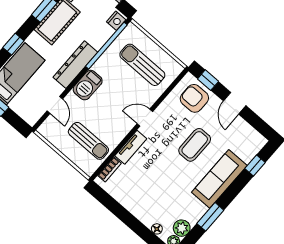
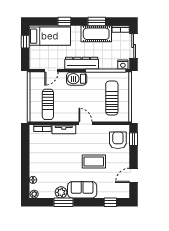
door: (235, 103) -> (134, 175), moved
sofa: (219, 179) -> (82, 190), width x0.73
plant: (182, 228) -> (61, 192), moved

